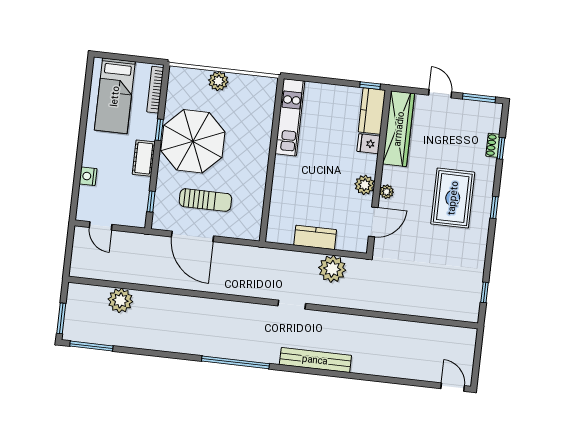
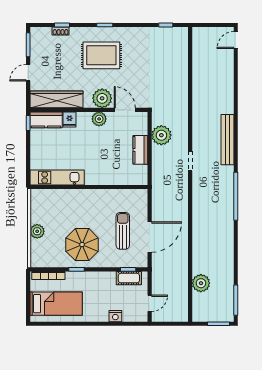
parasol: (193, 141) -> (82, 245), width x0.73, depth x0.73
cot: (144, 158) -> (129, 278), moved
plant: (387, 192) -> (102, 98), width x1.88, depth x1.88

